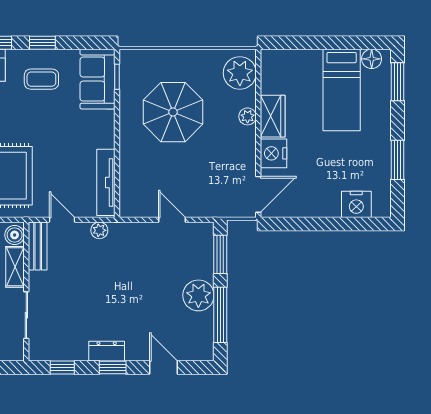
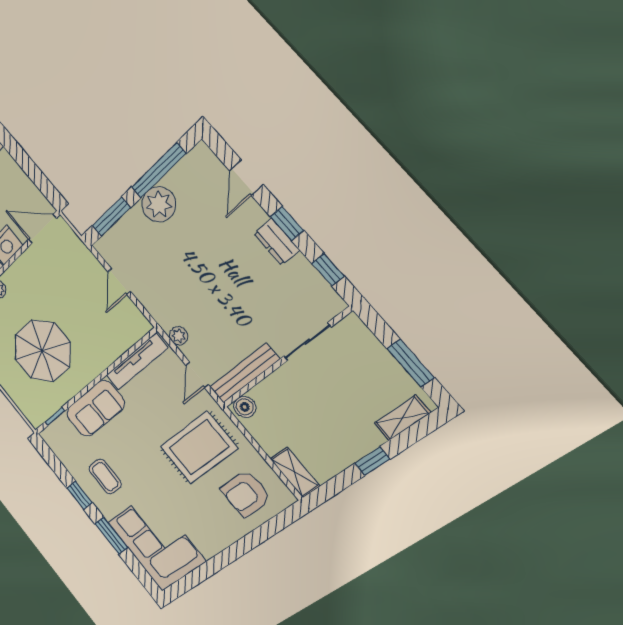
sofa: (98, 79) -> (95, 408), moved
bench: (38, 246) -> (244, 373), width x1.36
shelving: (15, 267) -> (272, 386), removed

